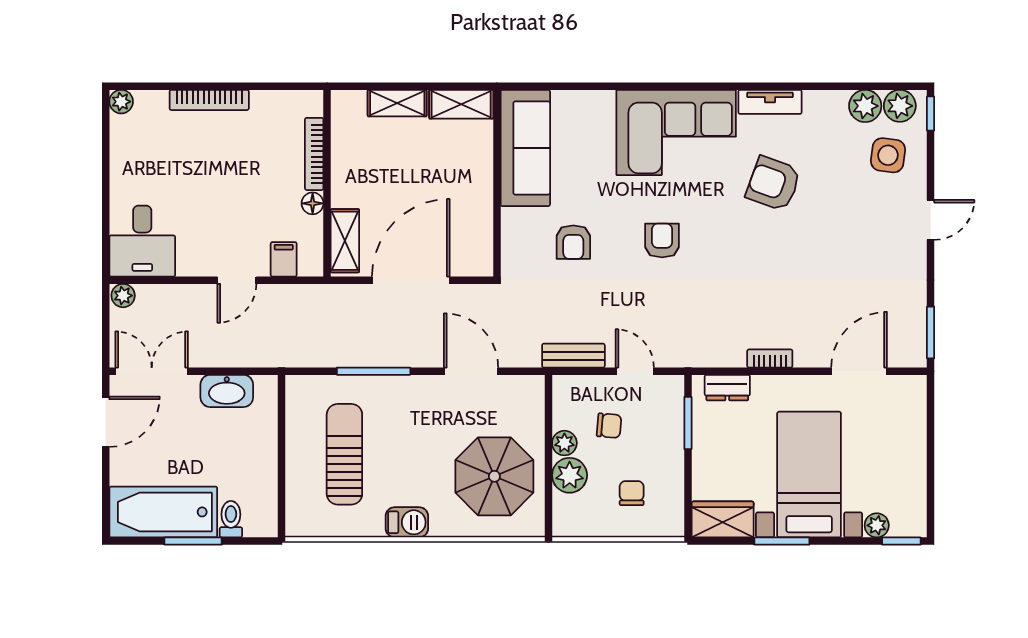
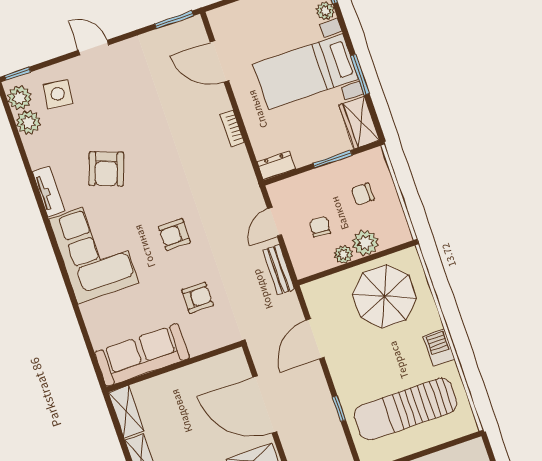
window: (374, 371) -> (339, 409), width x0.46
dresser: (727, 388) -> (276, 166), moved, turned -90
window: (688, 423) -> (333, 159), moved
sun lounger: (344, 454) -> (406, 409), width x1.36, depth x1.34

